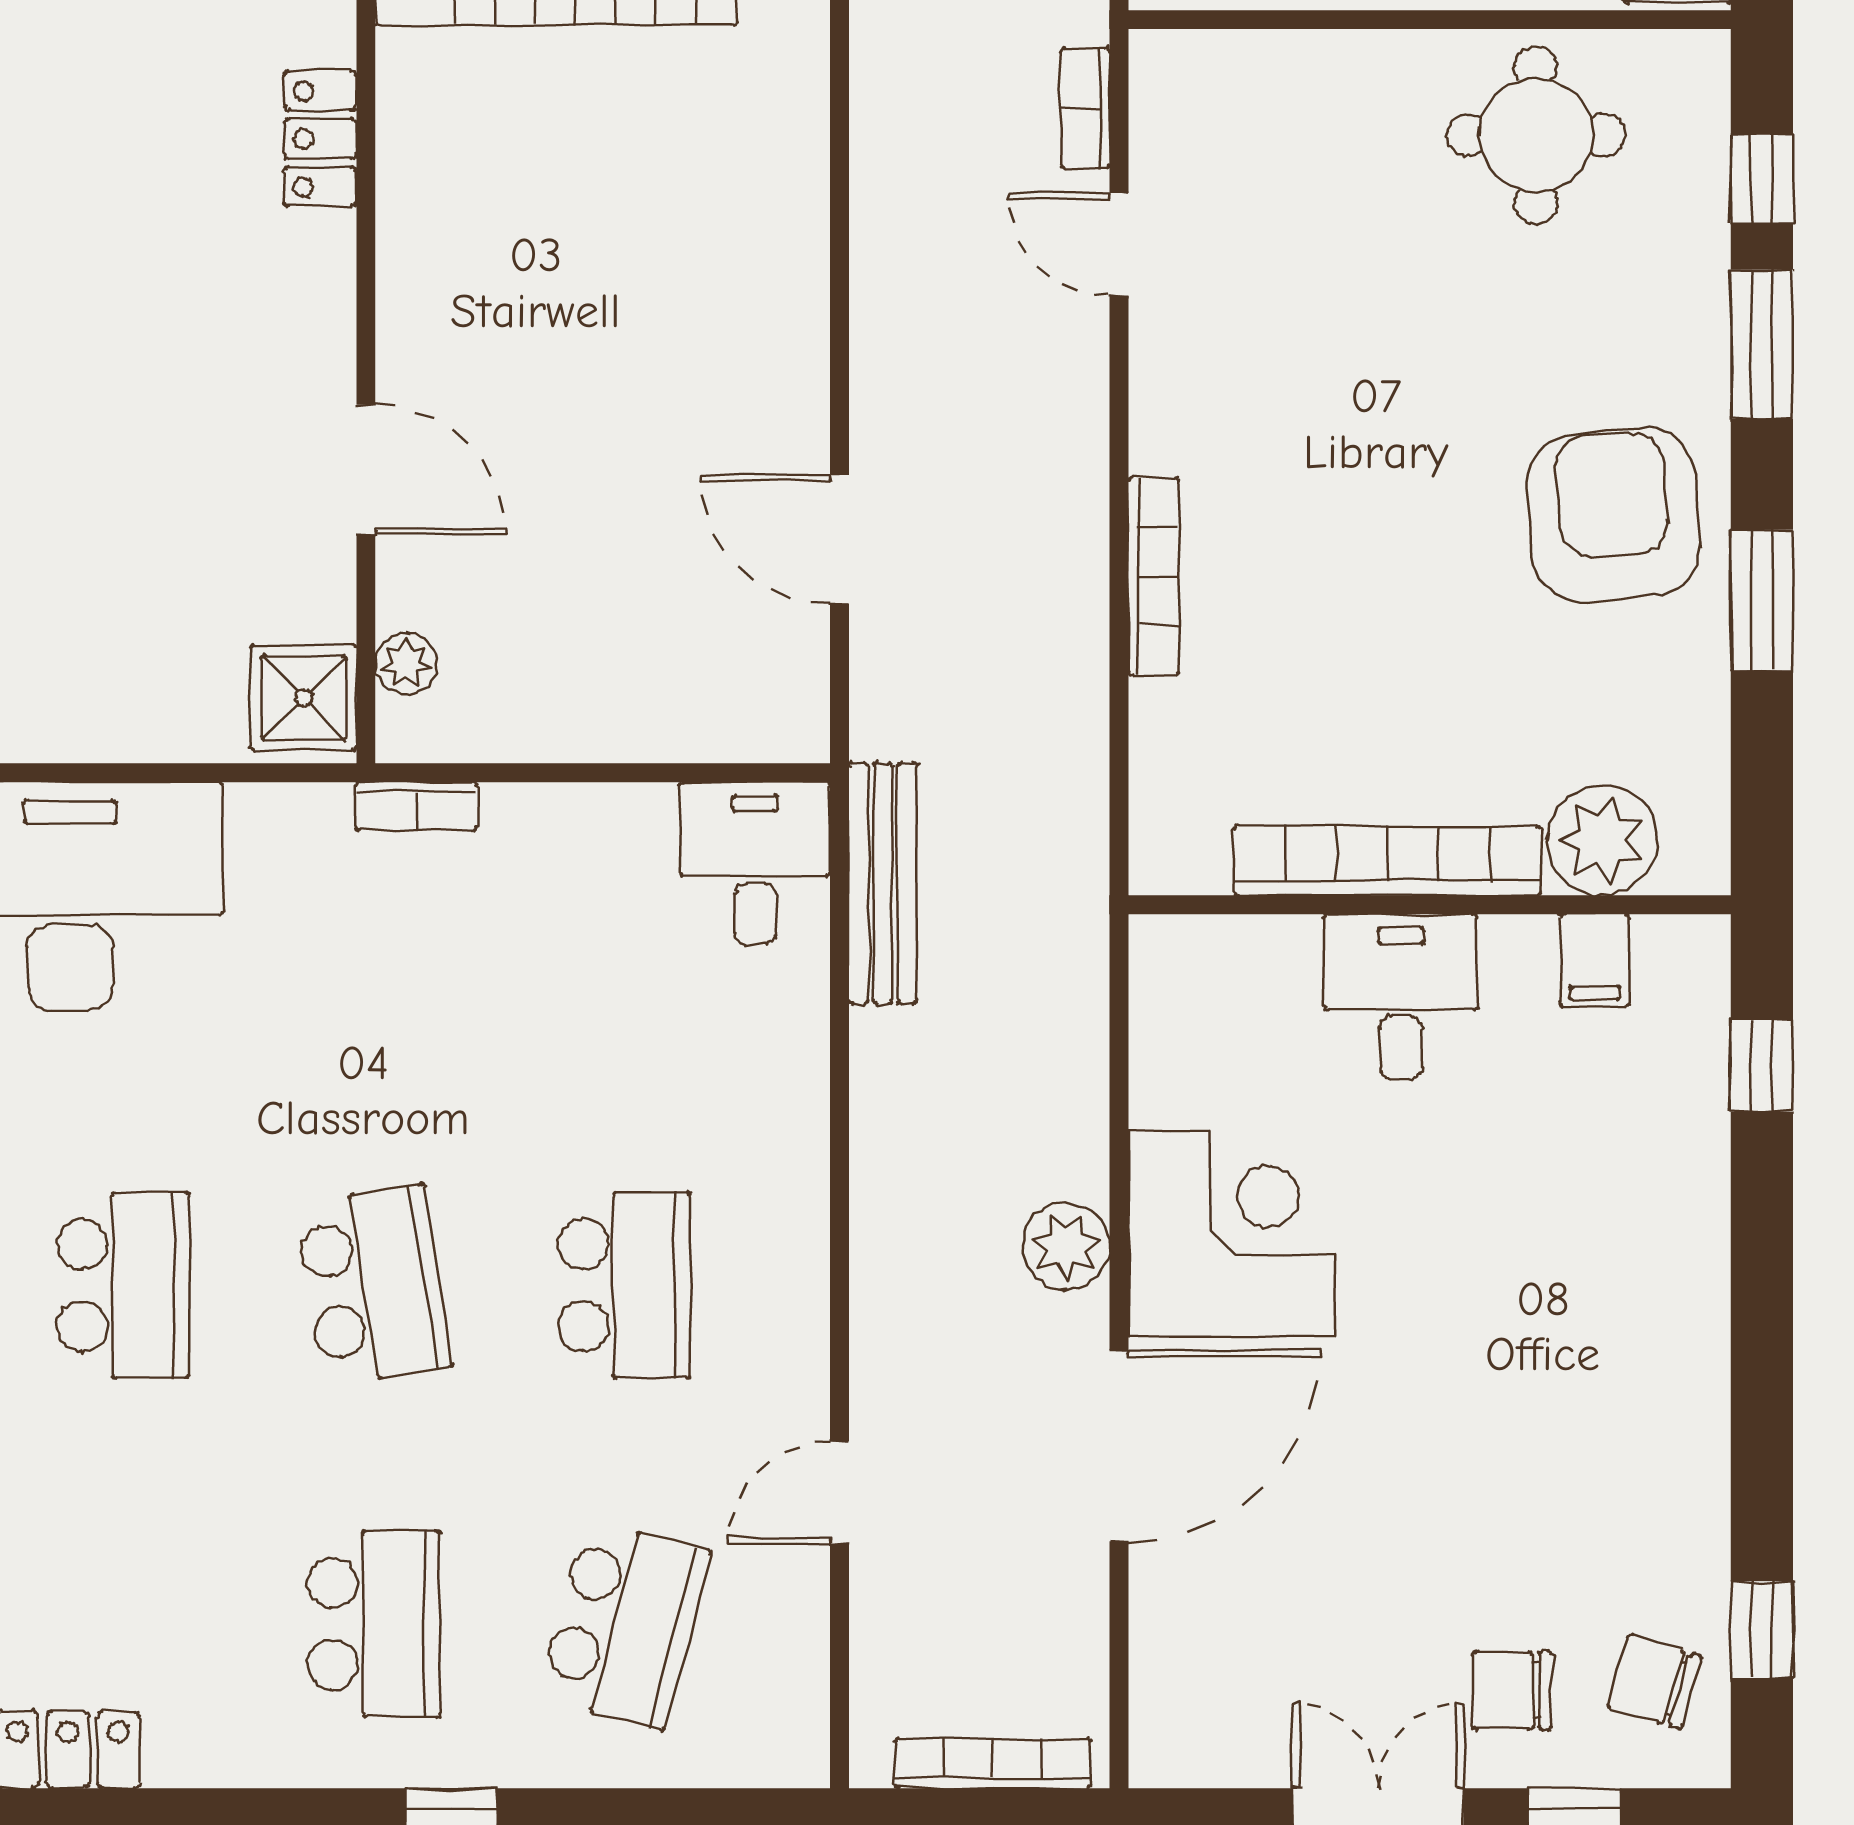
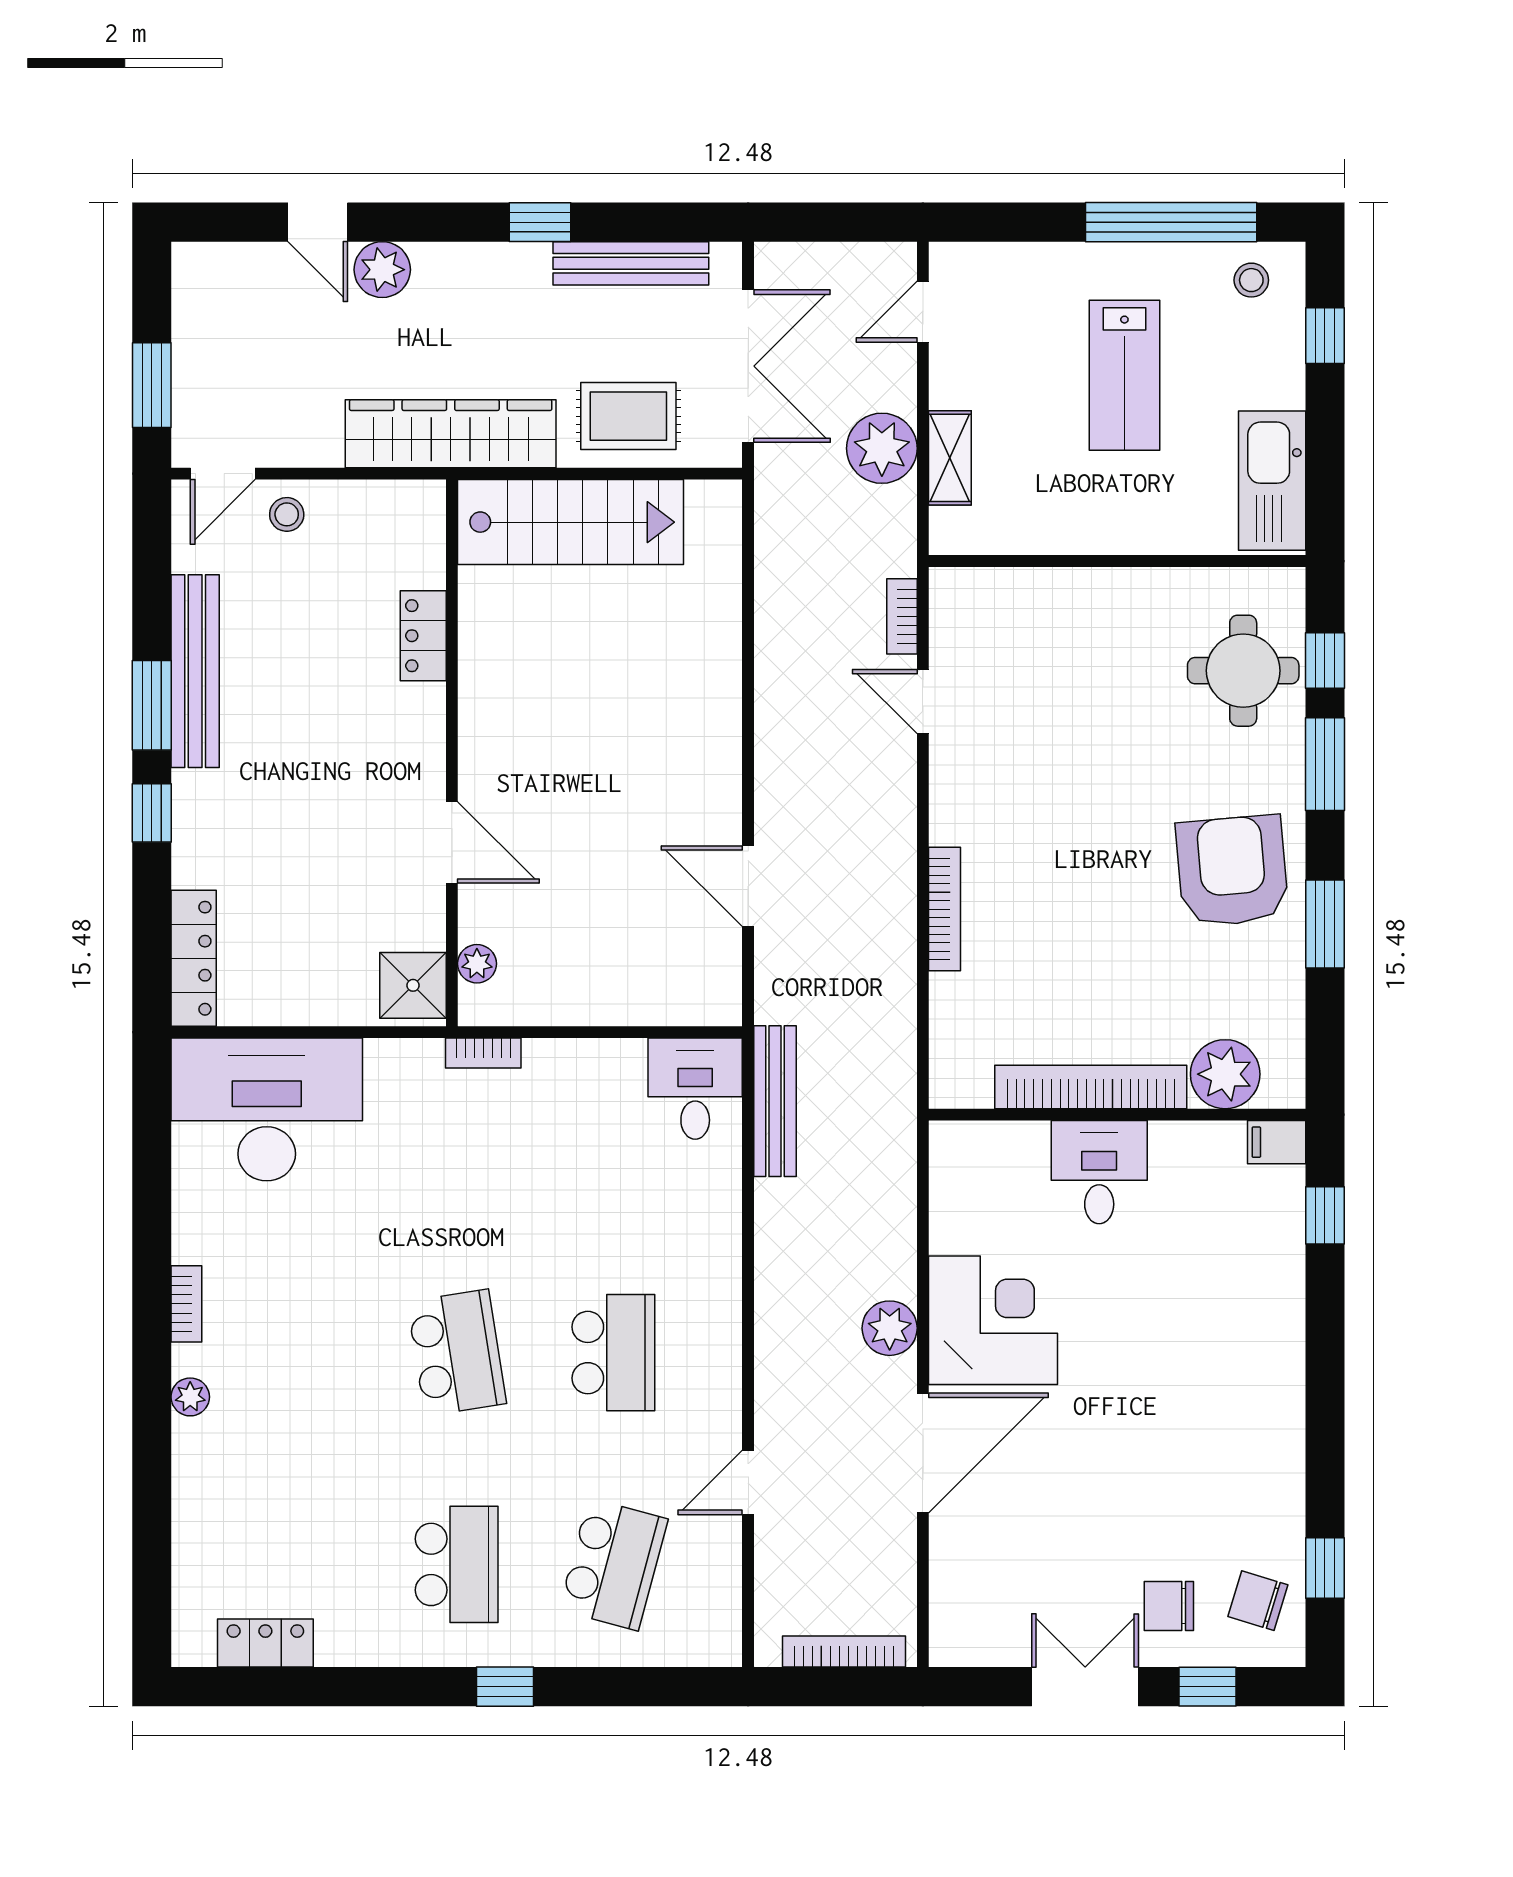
round table: (1536, 135) -> (1243, 671), moved
filing cabinet: (1595, 960) -> (1277, 1142), moved, turned 90
school desk: (123, 1285) -> (300, 1353), removed

